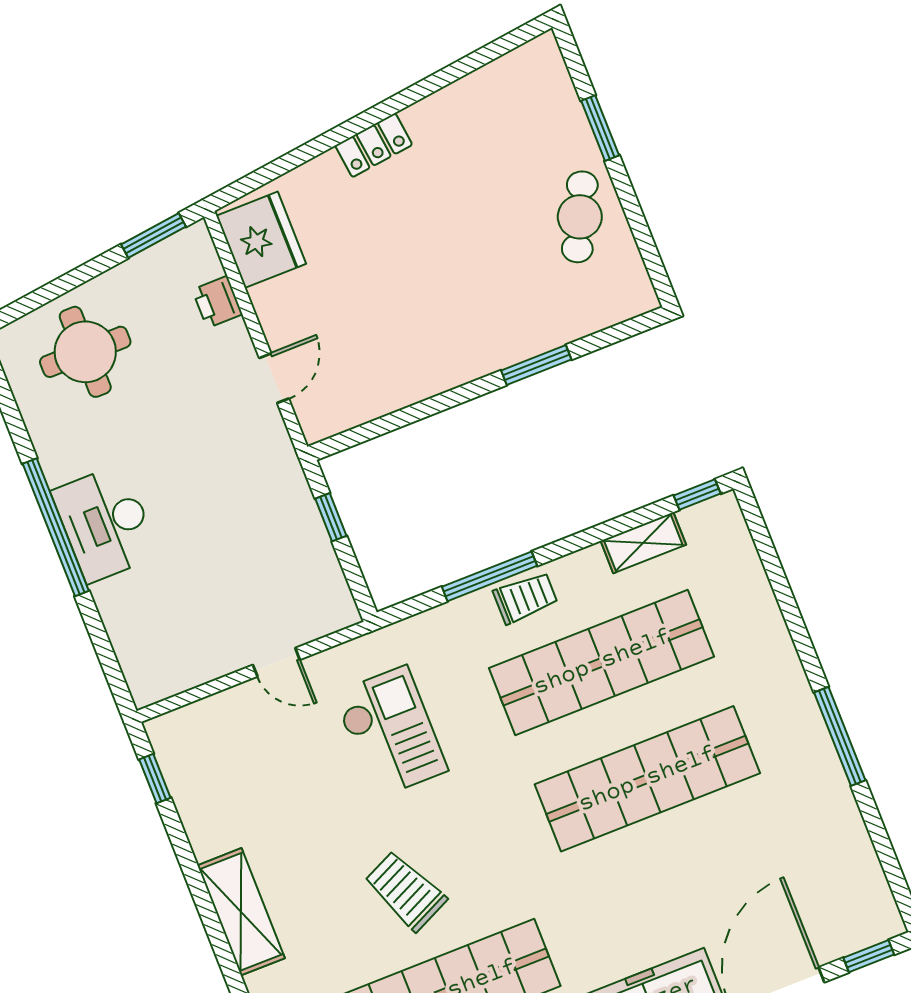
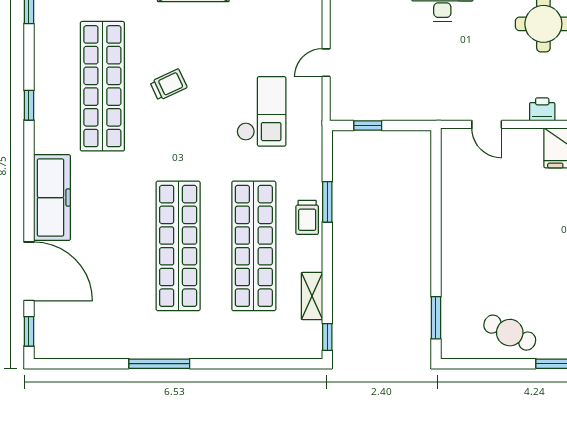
window: (536, 365) -> (436, 318), moved
window: (331, 517) -> (368, 126), moved
window: (489, 576) -> (327, 202), width x0.69
checkout: (390, 732) -> (261, 111), turned -90
trolley: (405, 891) -> (169, 85), width x0.73, depth x0.72

